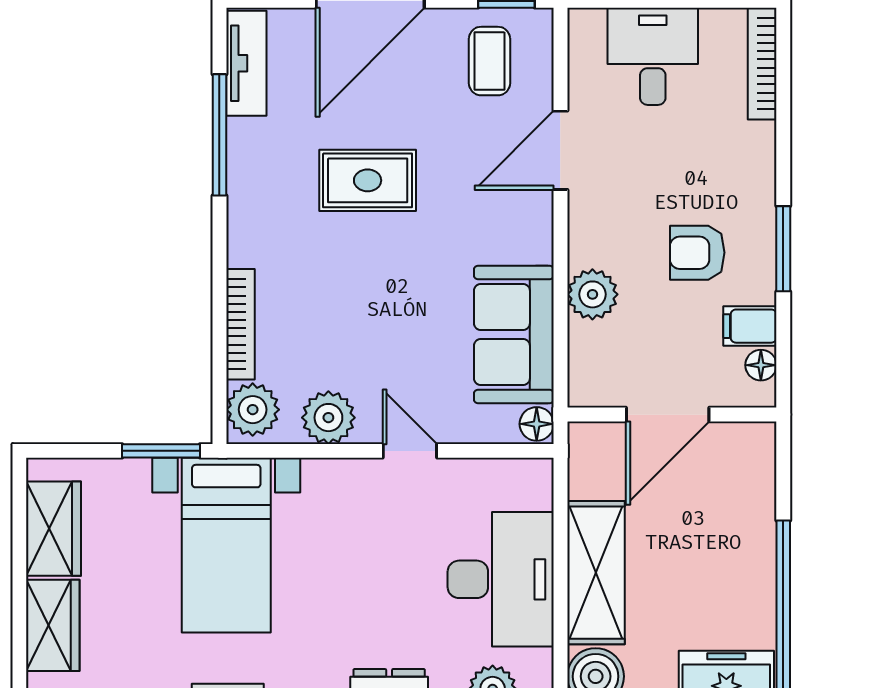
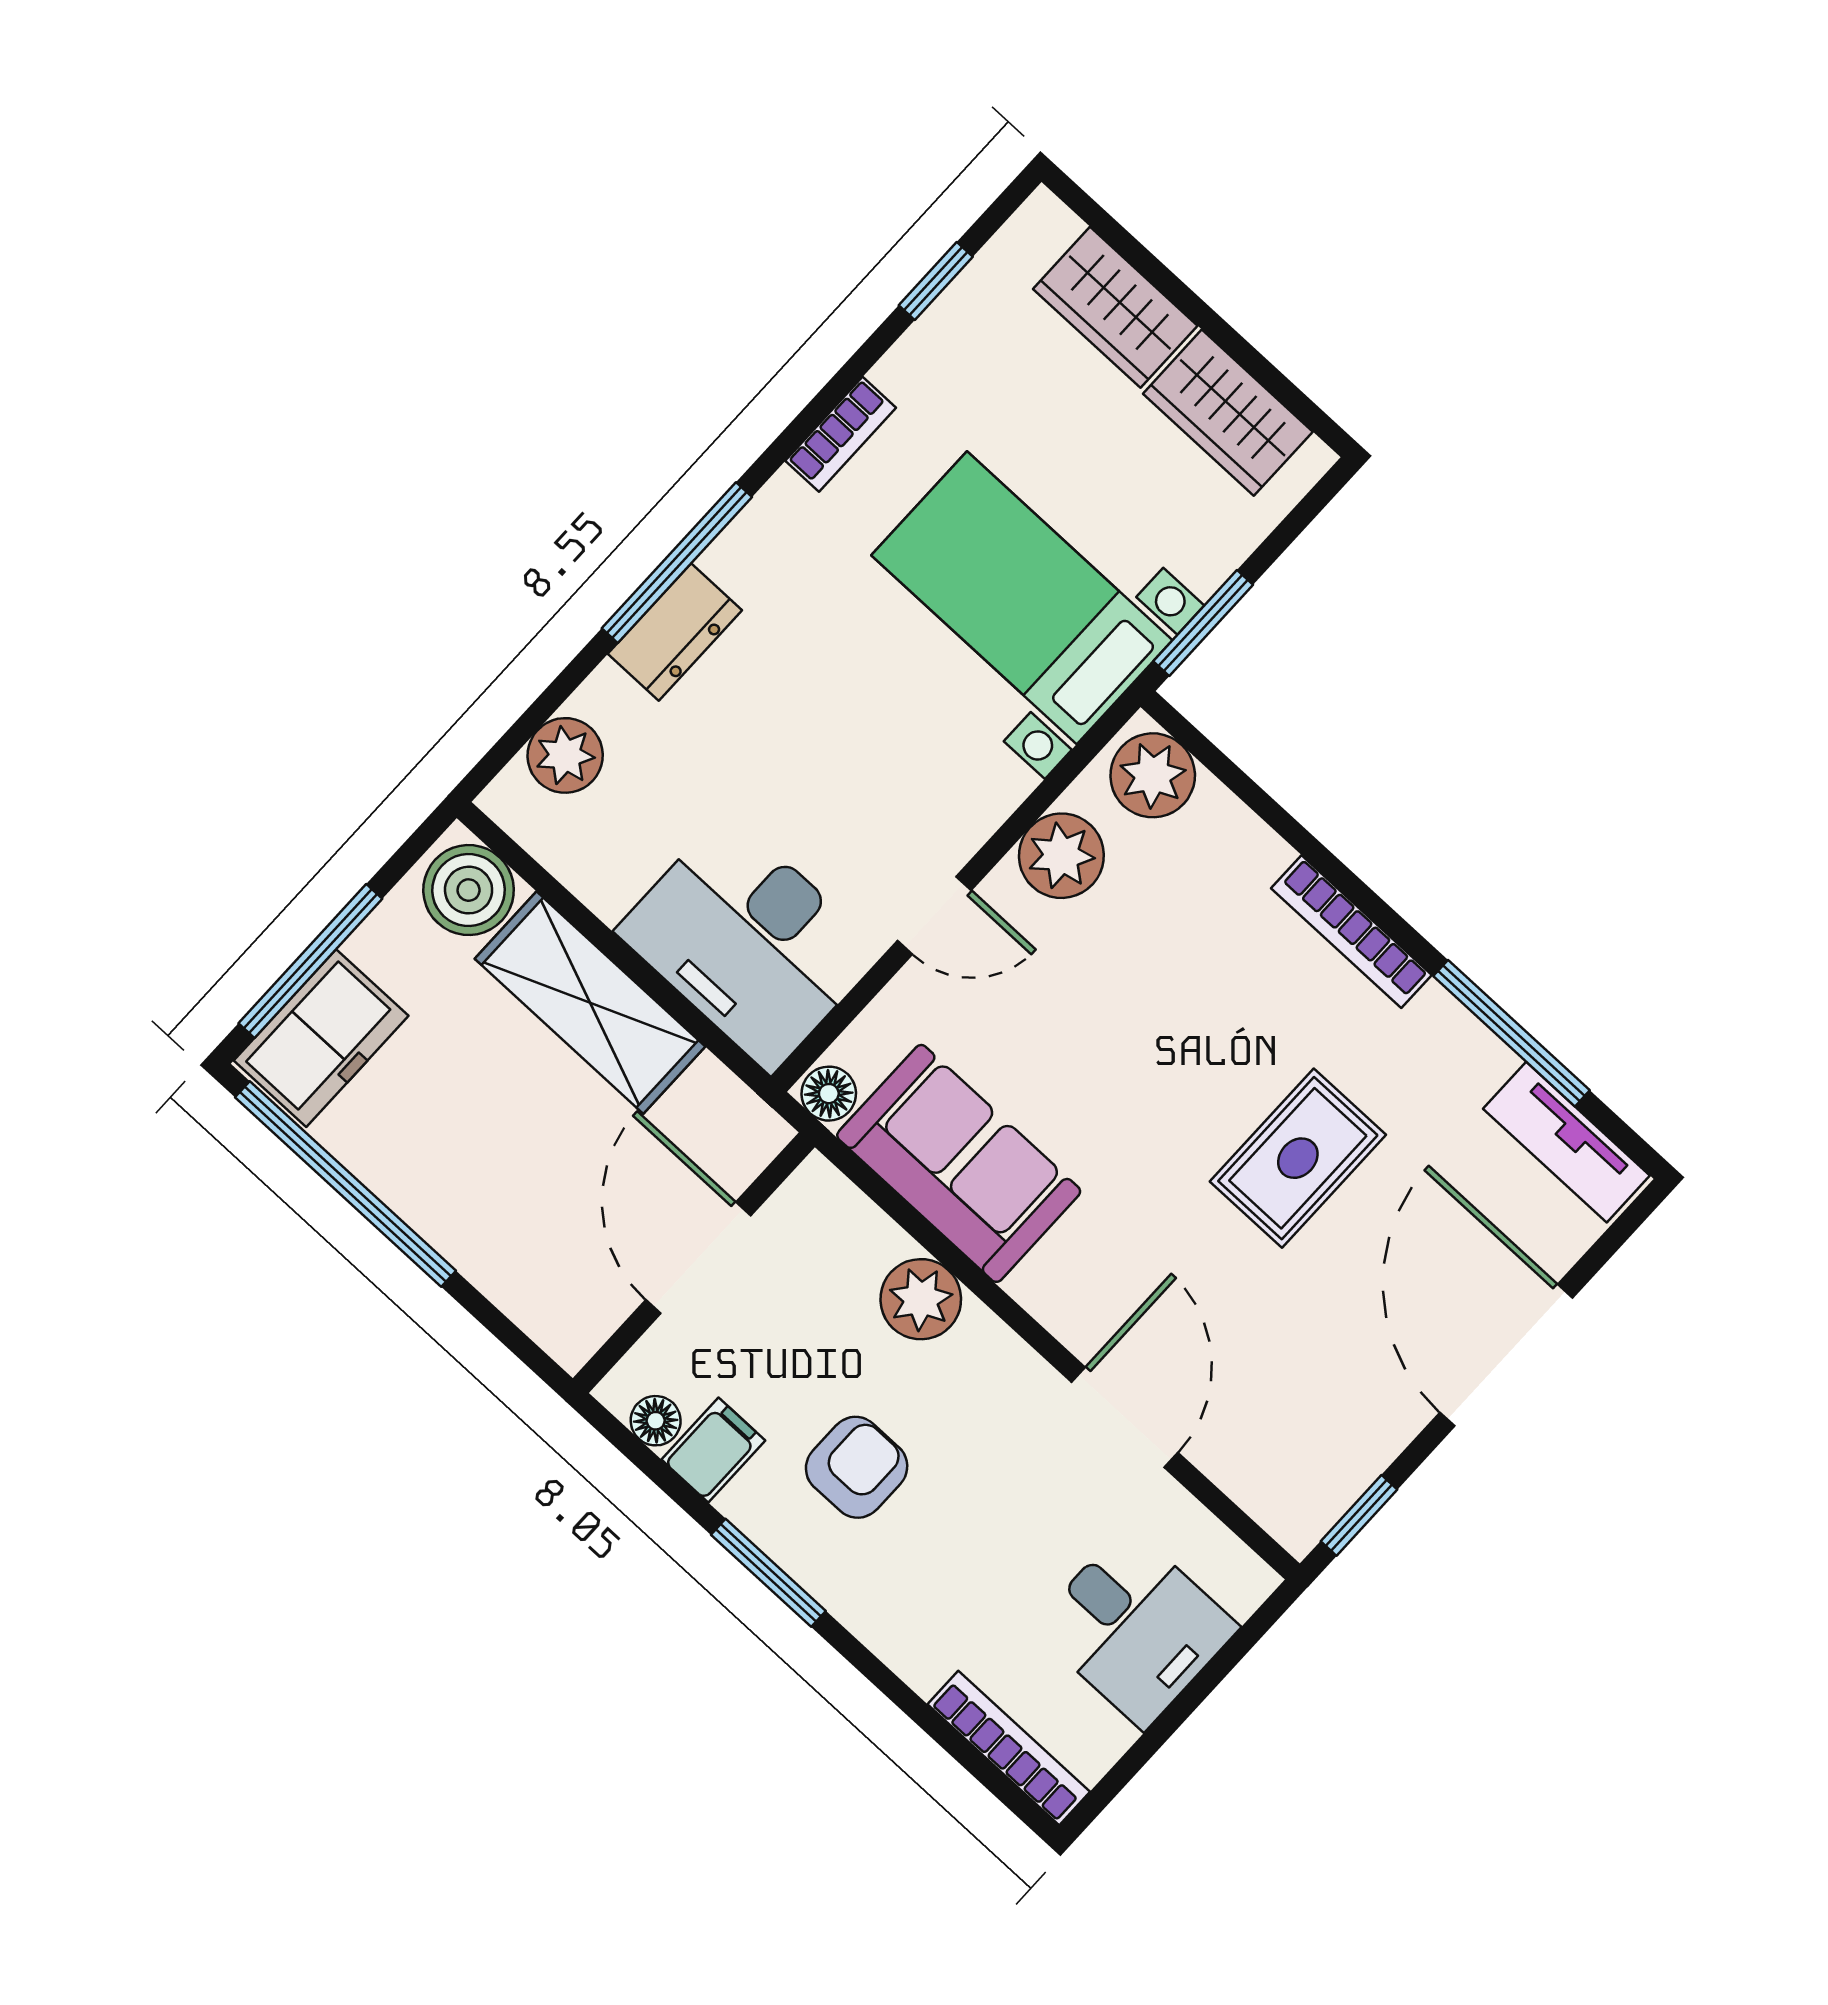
coffee table: (489, 61) -> (1306, 1430), removed
bookcase: (240, 324) -> (1351, 932), moved
desk: (501, 579) -> (749, 942), moved

